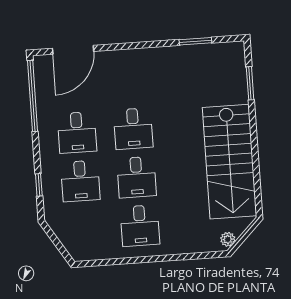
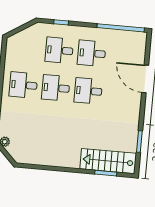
door: (73, 50) -> (145, 79), moved
stairs: (229, 162) -> (108, 161), moved, width x0.73, depth x0.66

